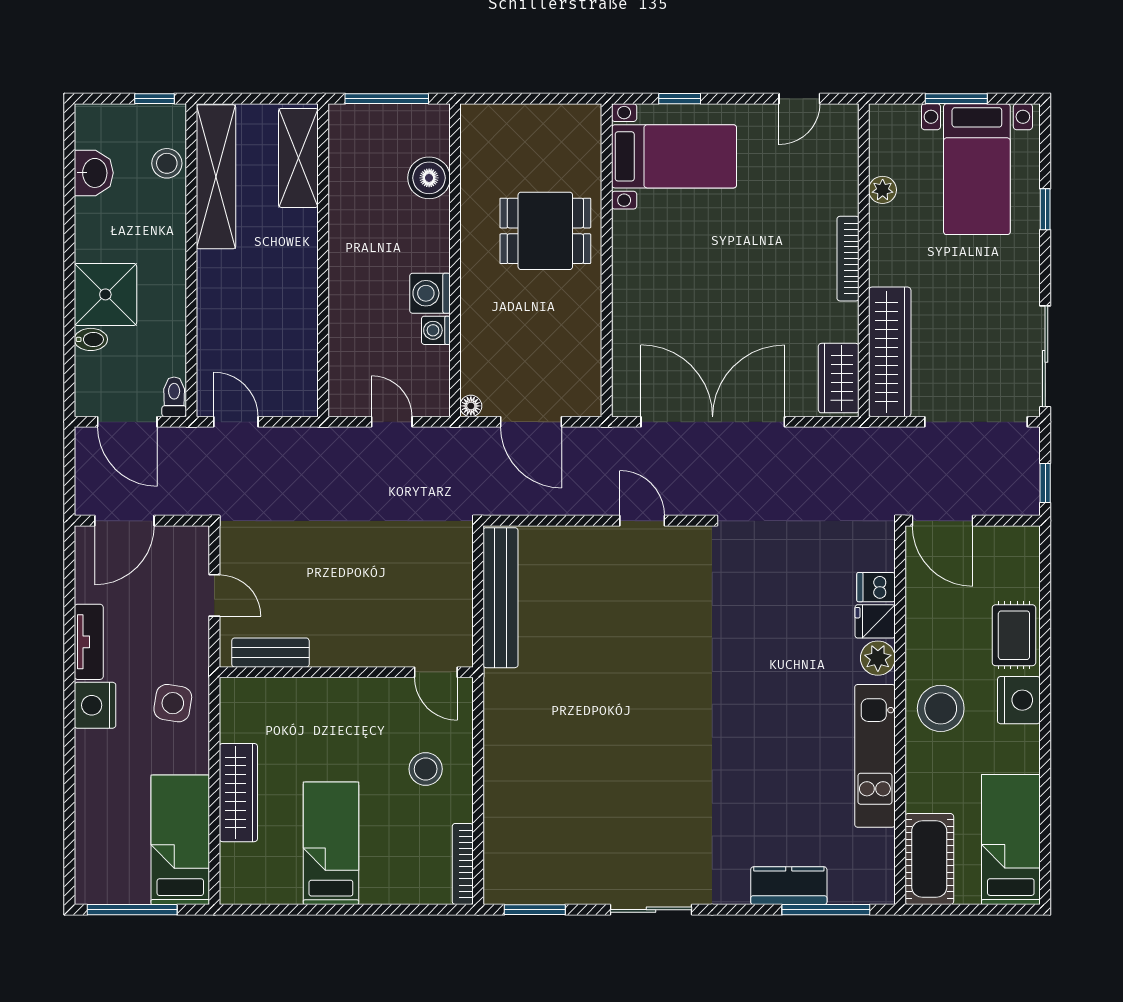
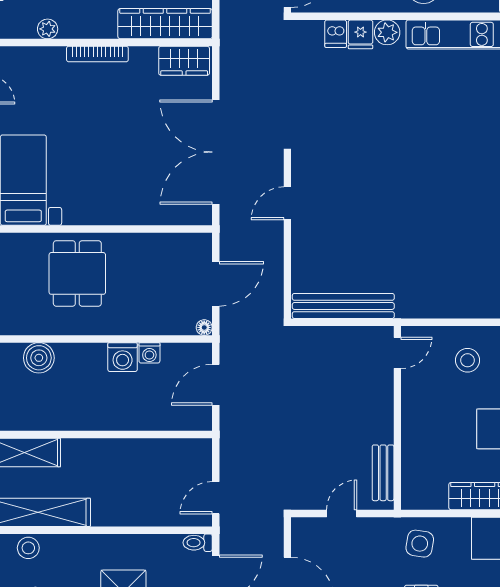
door: (392, 422) -> (216, 385), width x1.38

